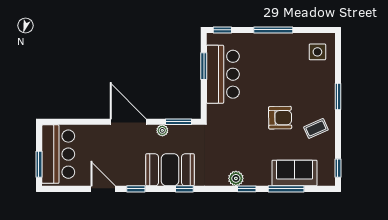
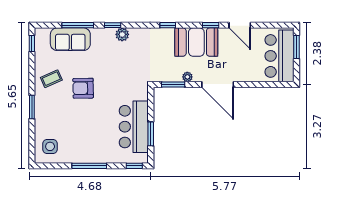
booth: (170, 170) -> (196, 42), moved

